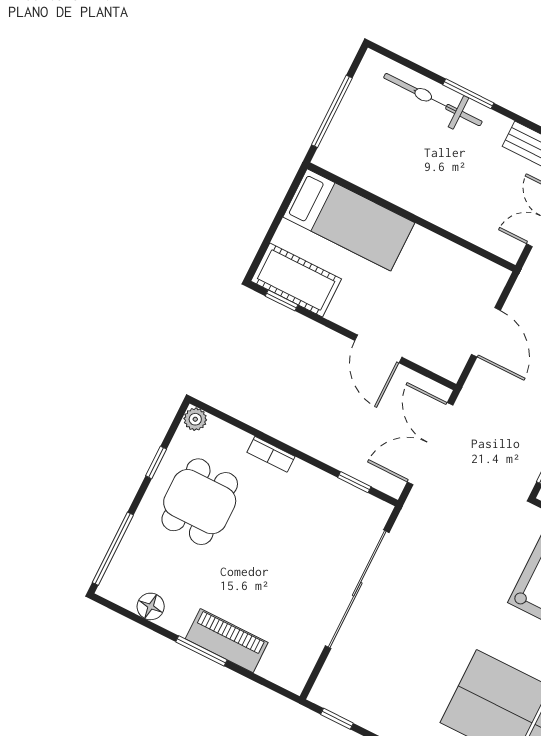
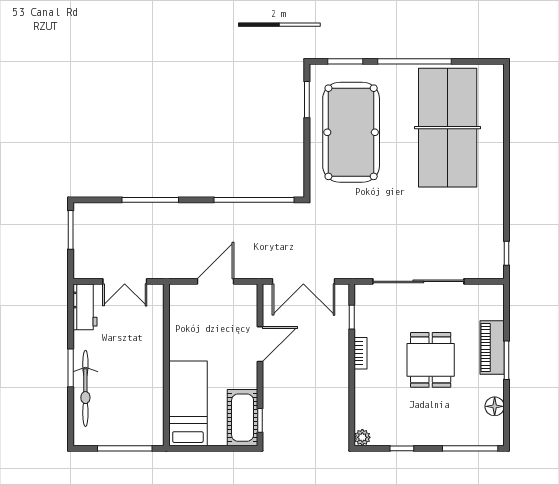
bookcase: (271, 454) -> (361, 353), moved
dining table: (200, 502) -> (431, 360), moved, turned 90

